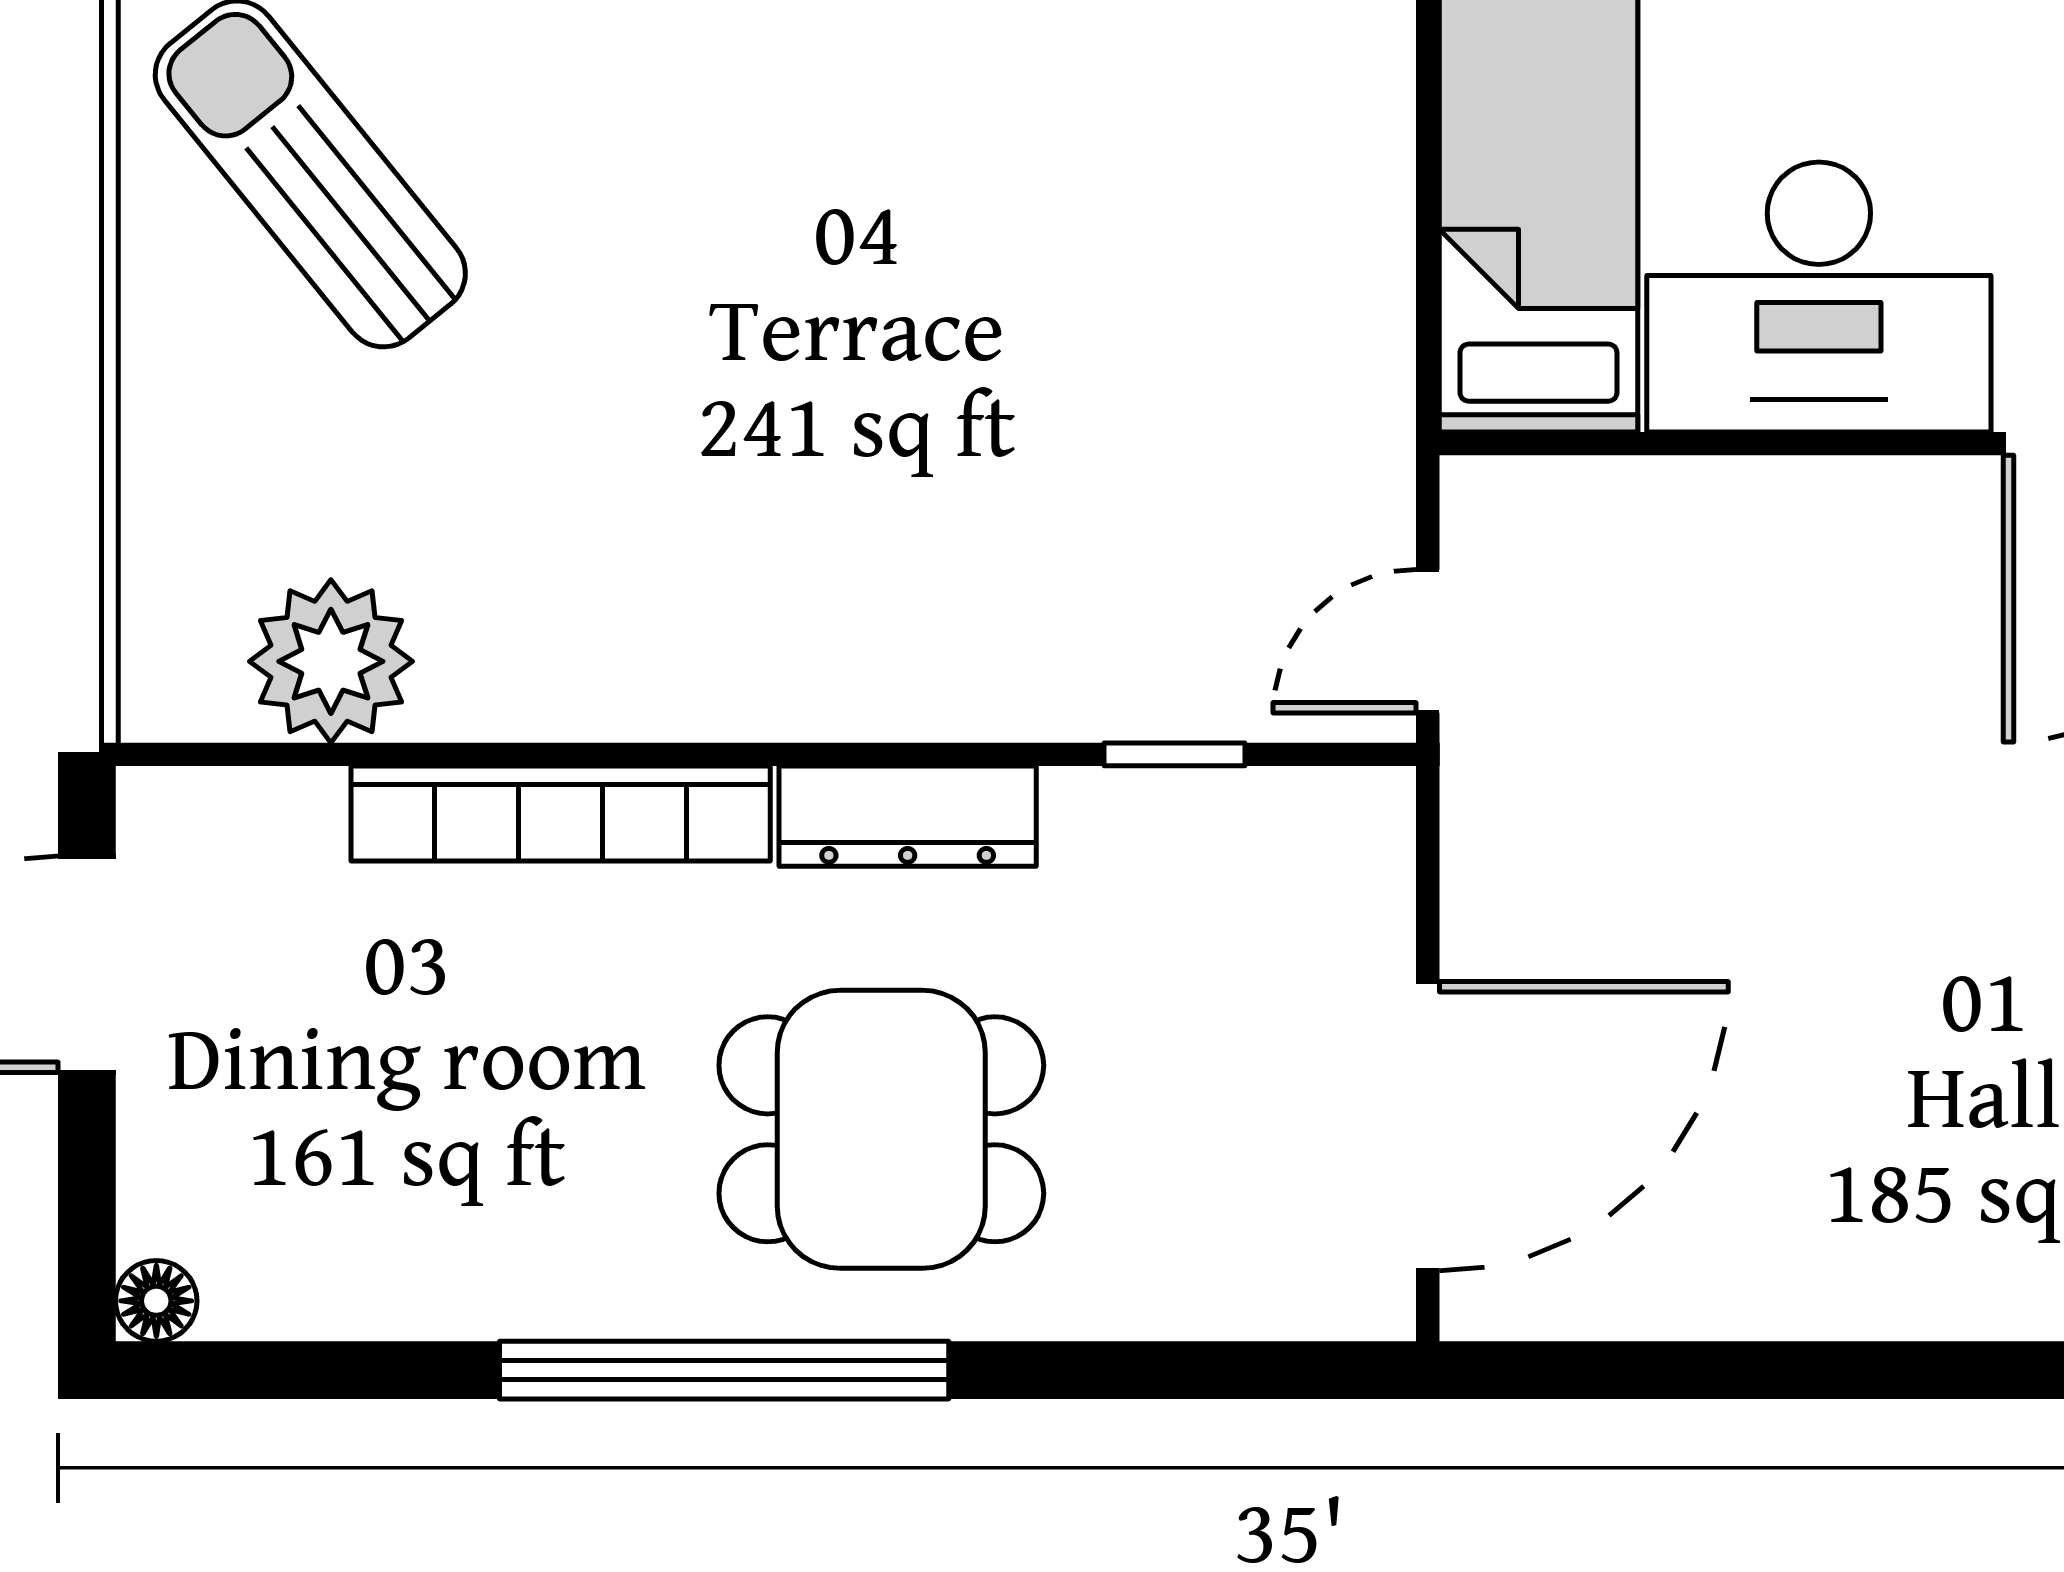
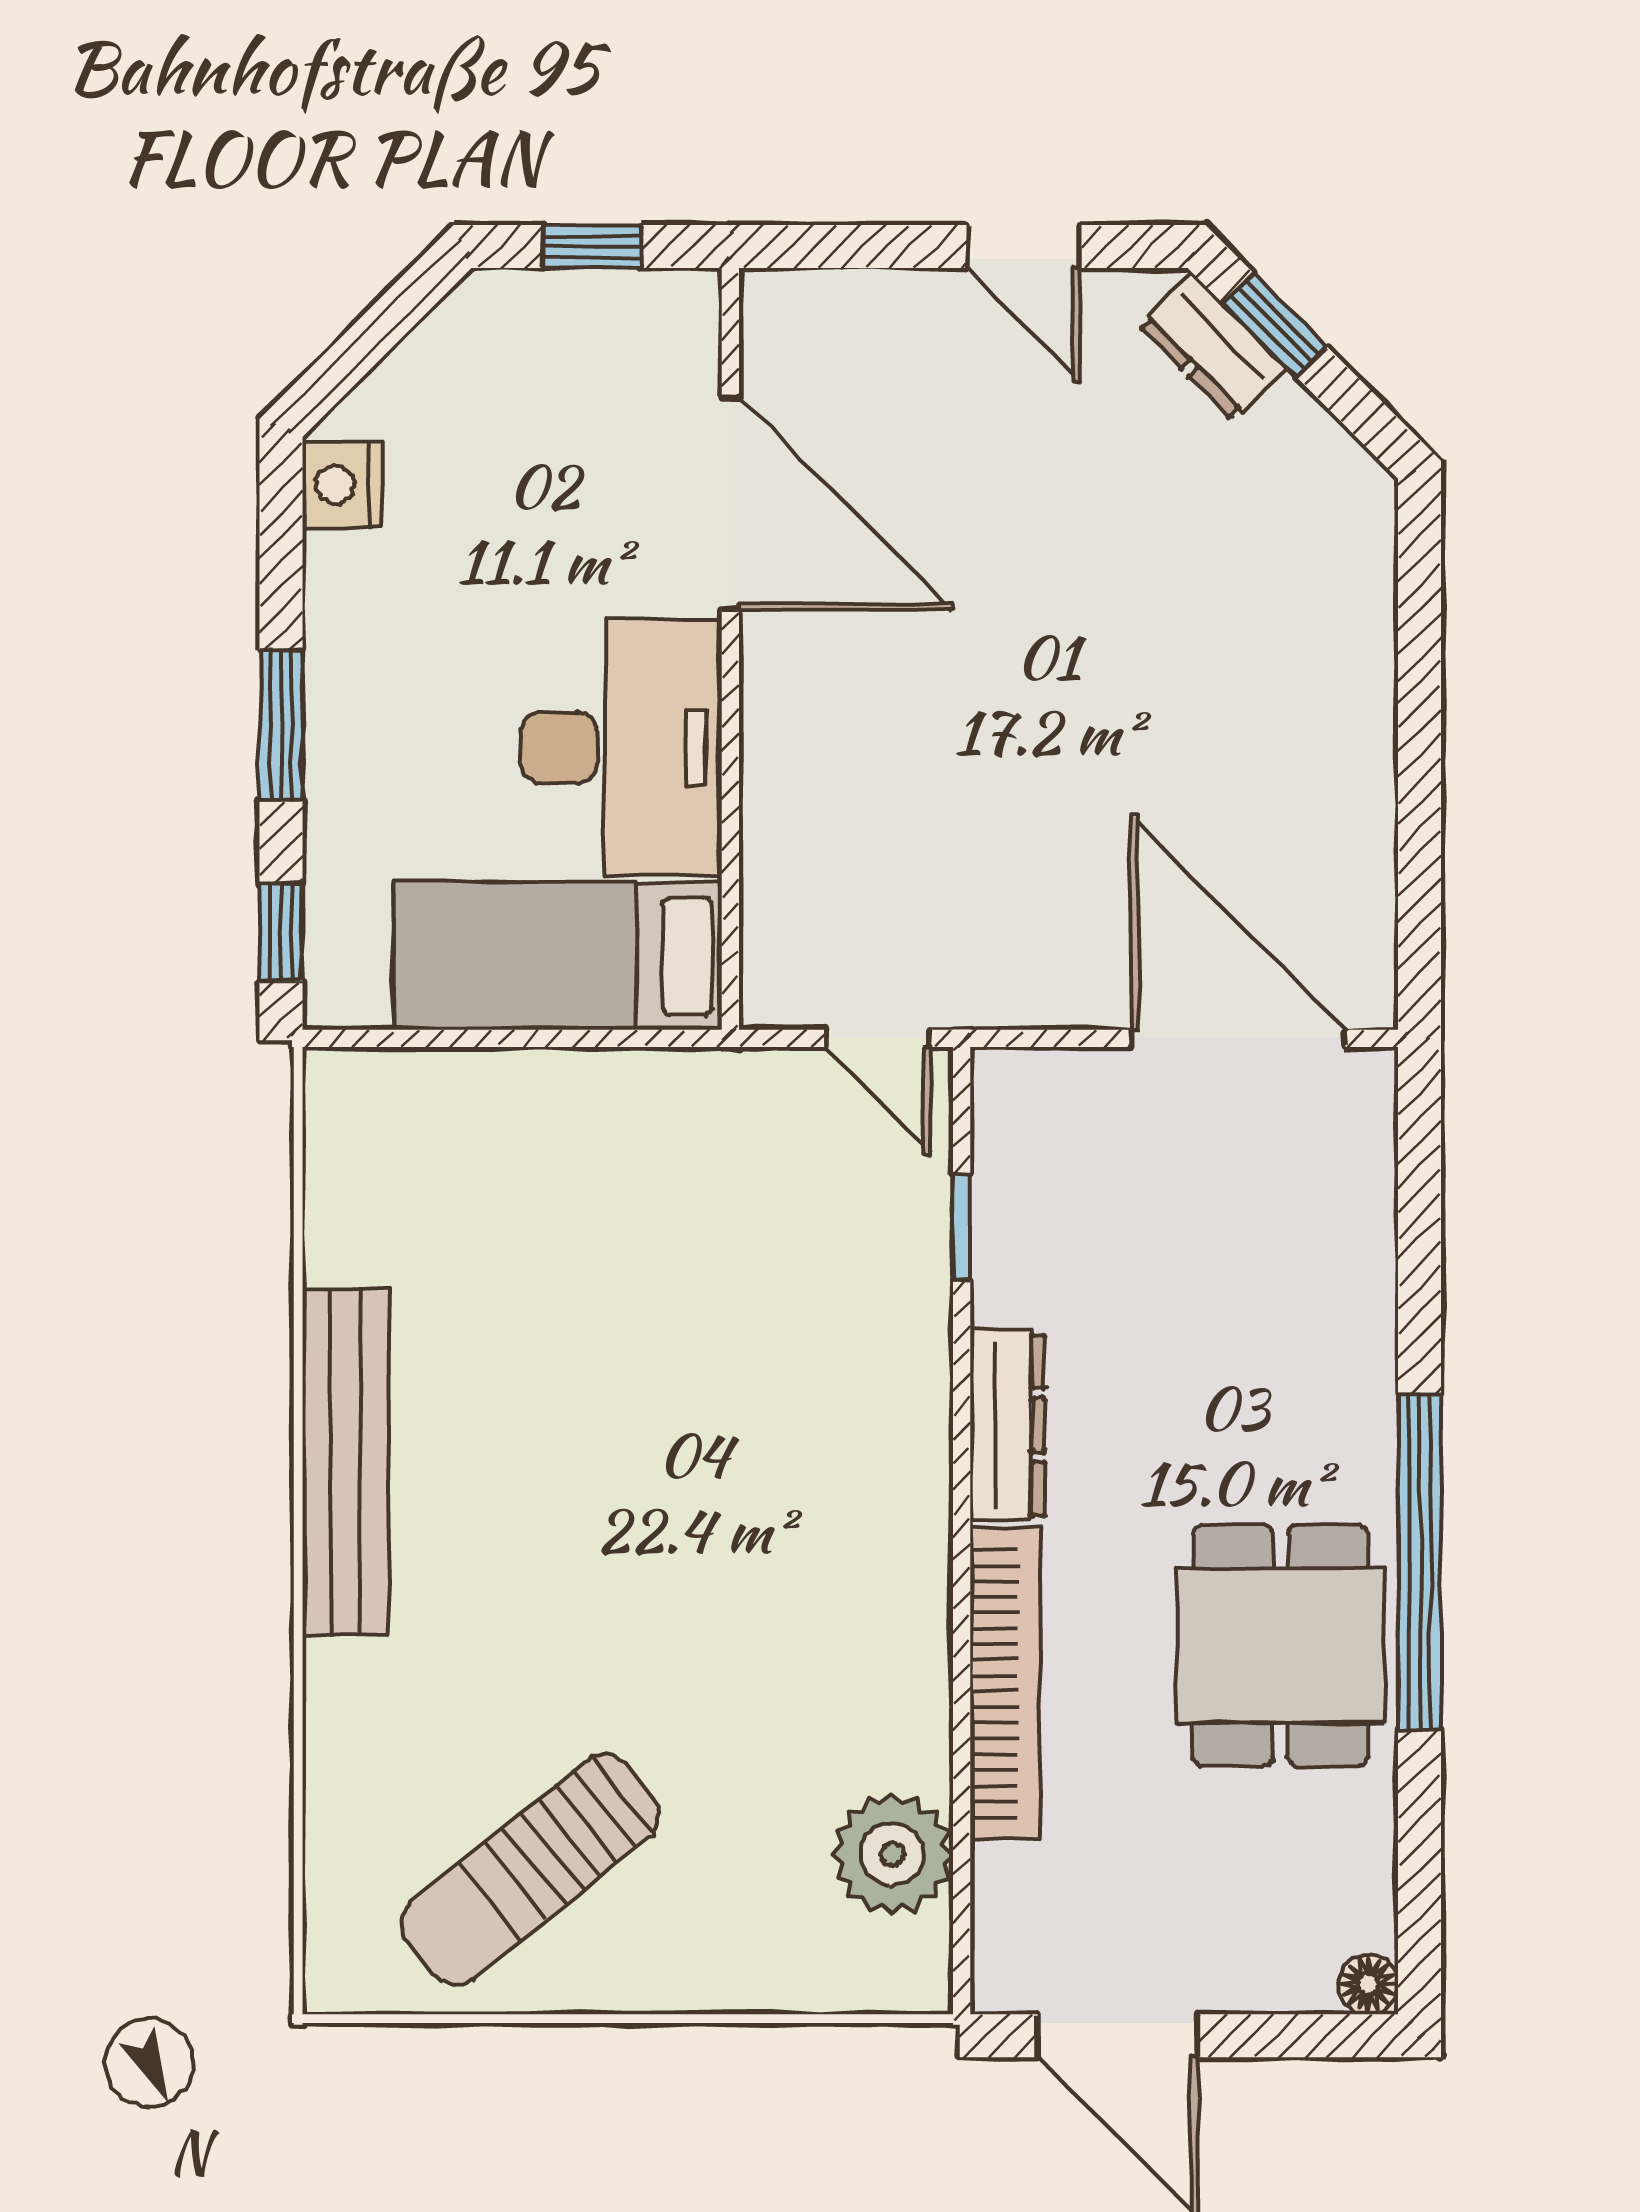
dining table: (881, 1129) -> (1280, 1645), moved

